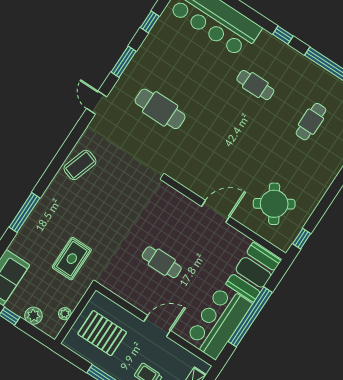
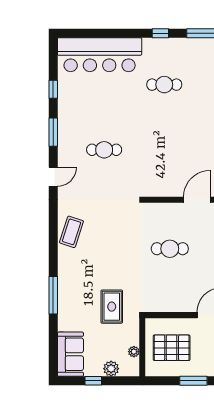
door: (97, 103) -> (53, 177), swing flipped
cafe table: (160, 109) -> (104, 150), width x0.73, depth x0.74
cafe table: (162, 262) -> (170, 249), moved

